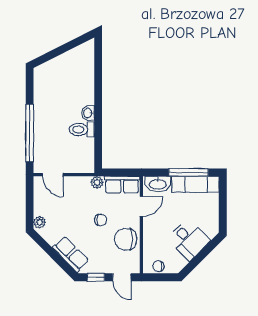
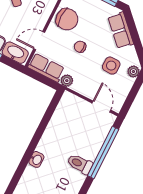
washbasin: (88, 113) -> (36, 159), moved
toilet: (82, 129) -> (80, 164), moved, turned 180
side table: (63, 217) -> (111, 66), added

